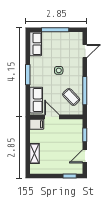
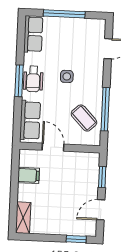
wheelchair: (37, 73) -> (33, 79), added
filing cabinet: (37, 124) -> (29, 175), moved
shelving: (34, 153) -> (23, 218), moved

